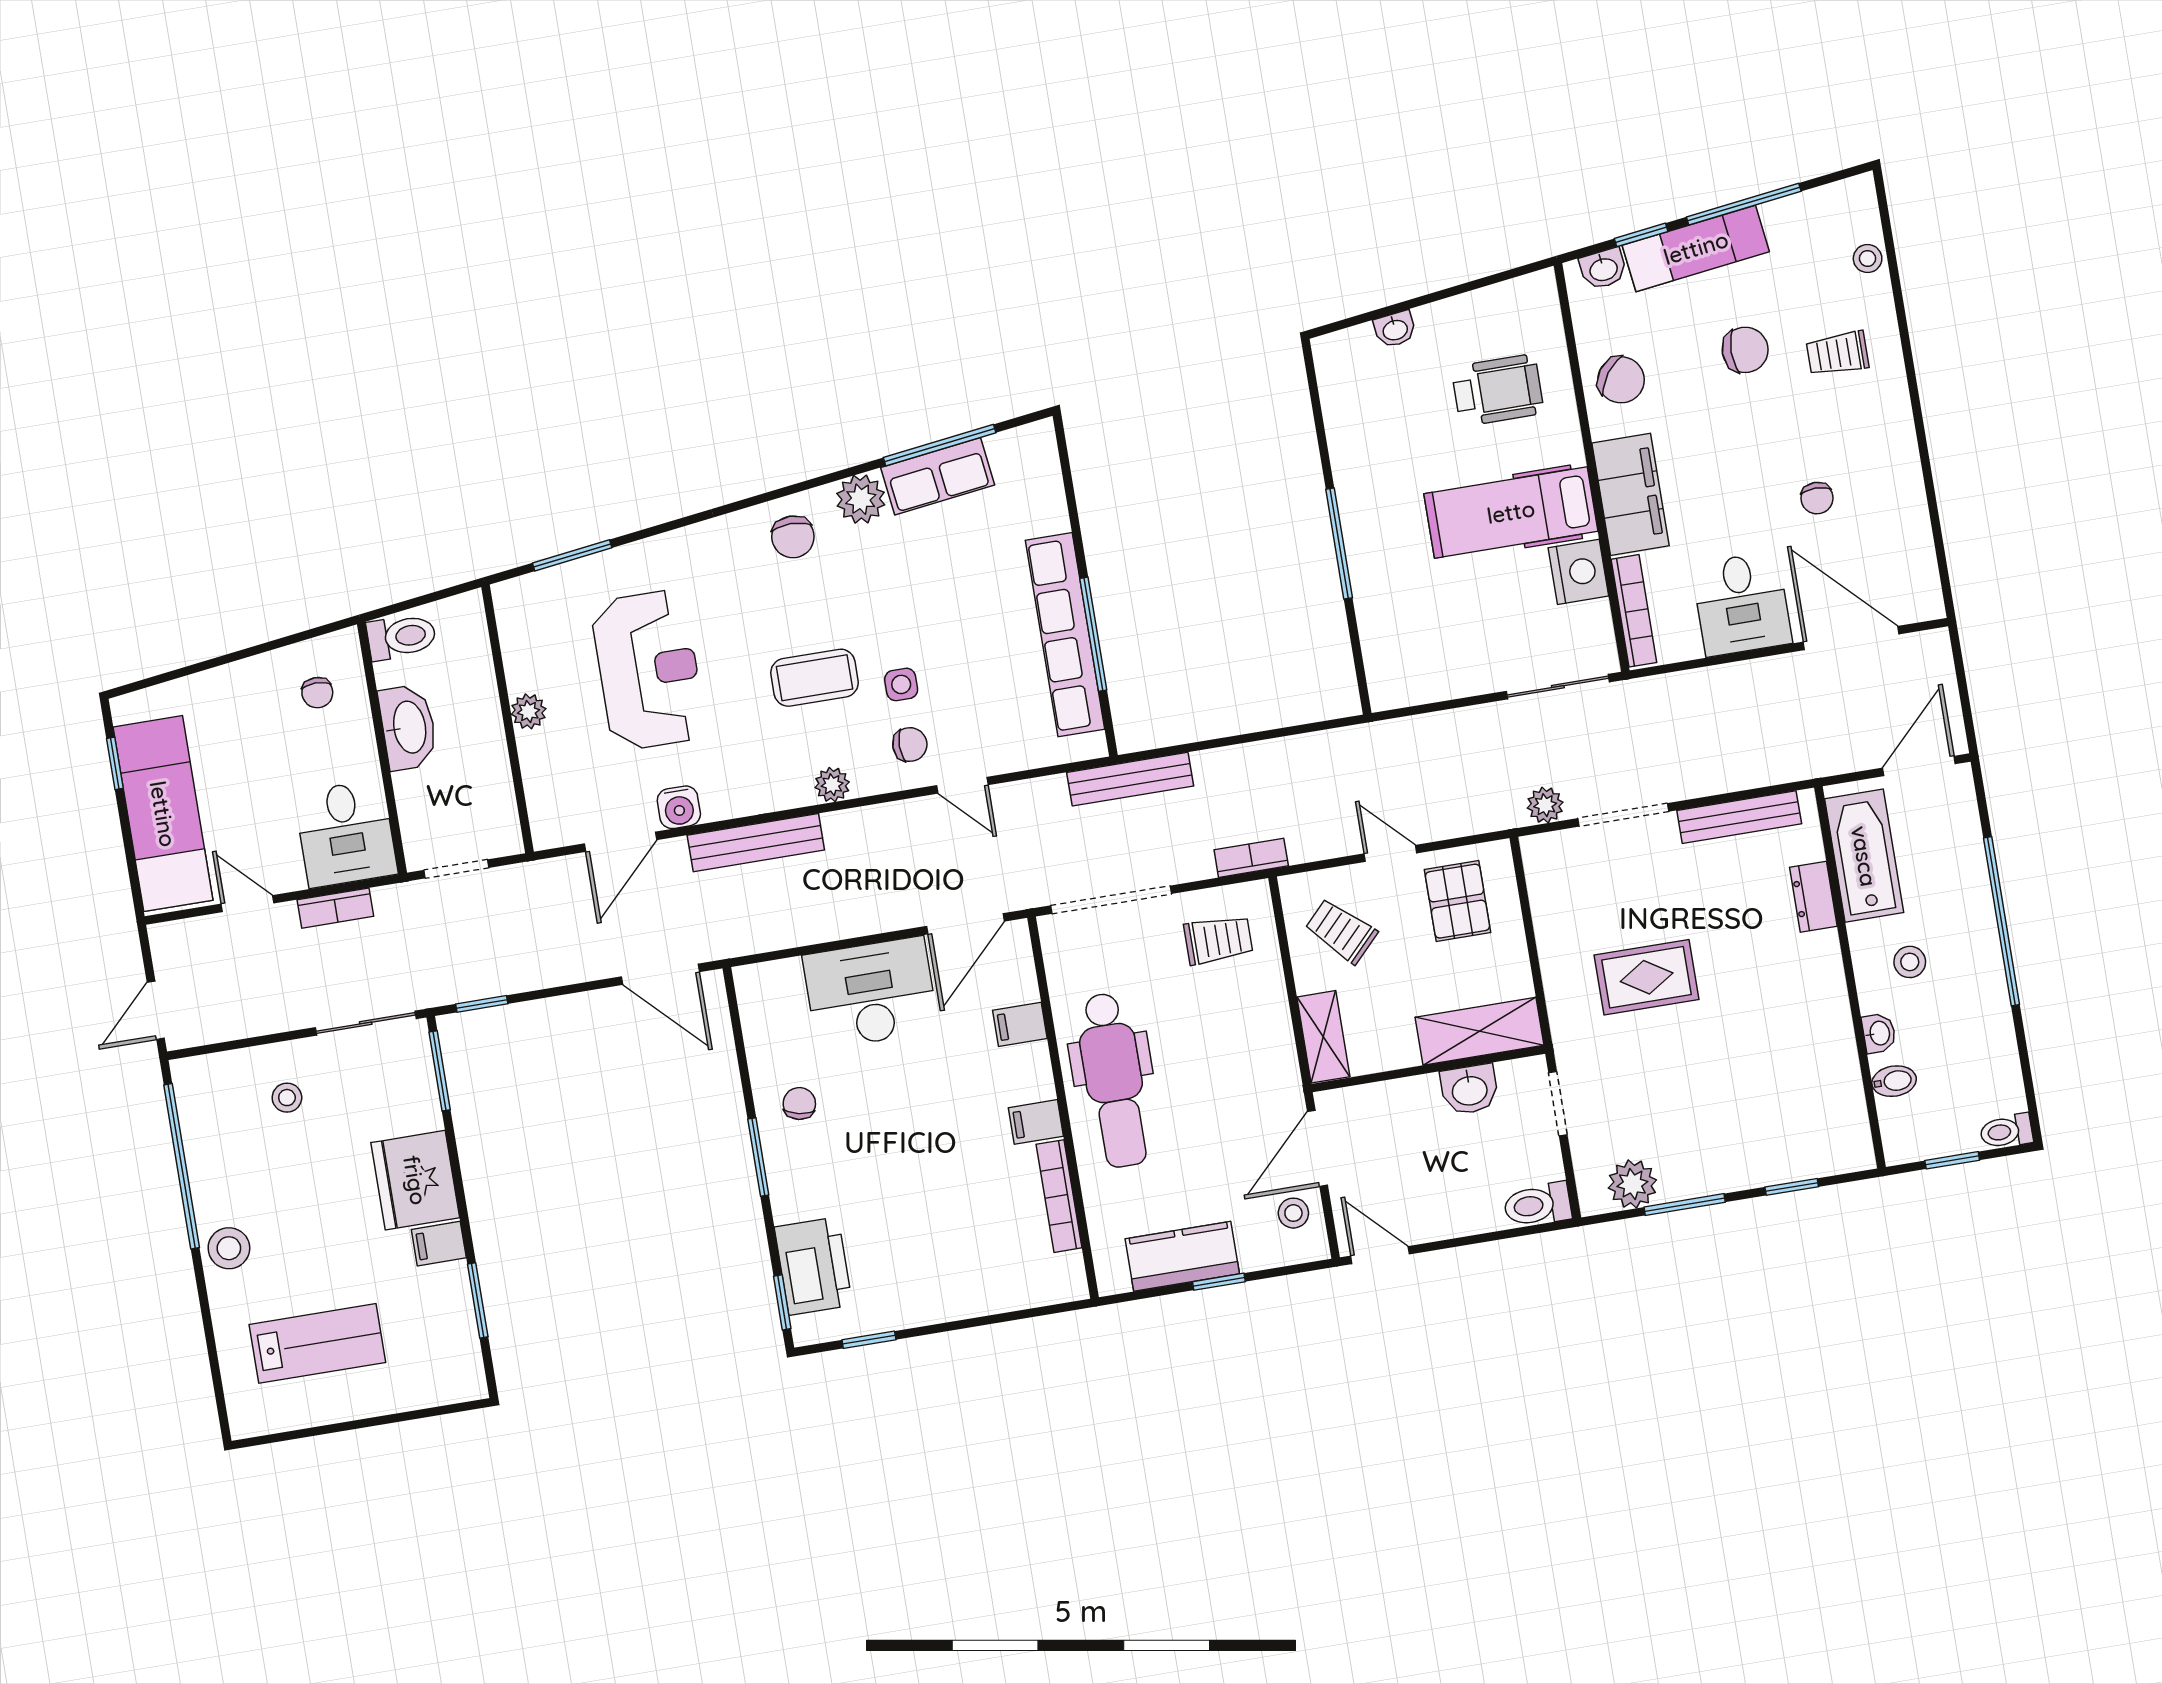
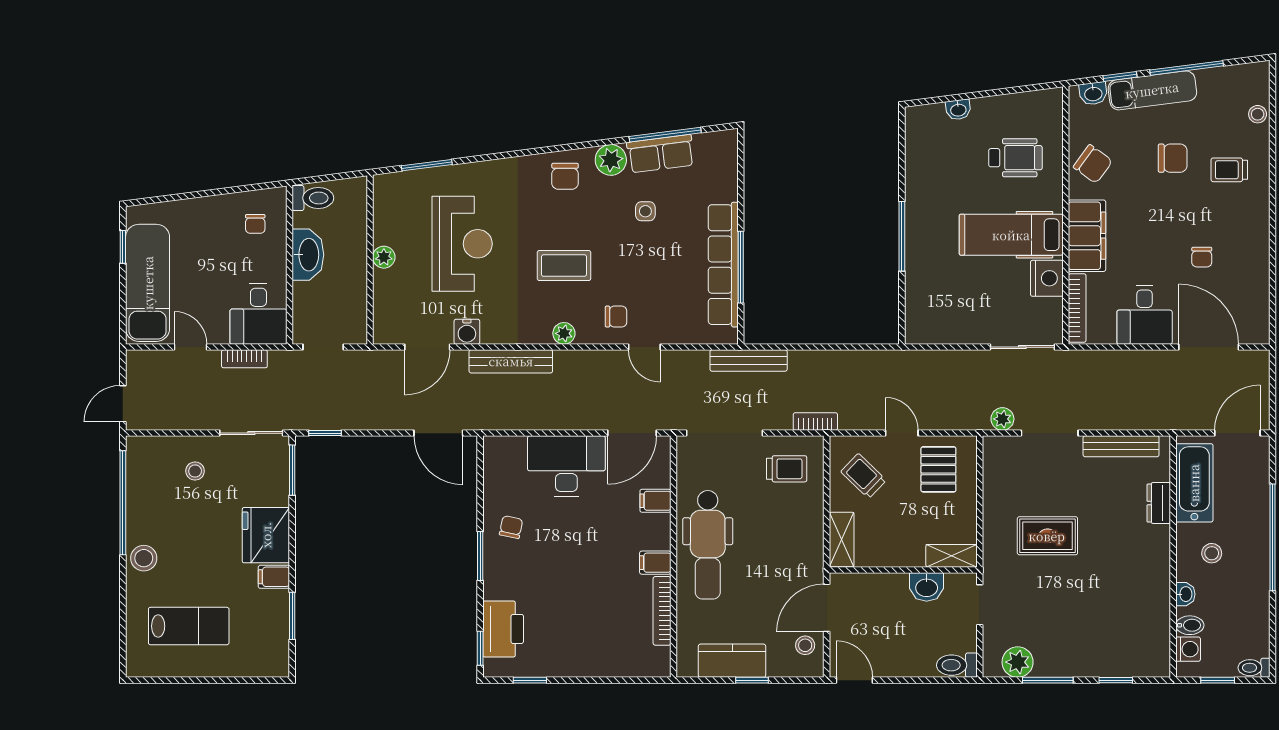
side table: (901, 684) -> (645, 211), moved
shelving: (1480, 1031) -> (952, 556), width x0.67, depth x0.75
washing machine: (1898, 1119) -> (1188, 649), added

